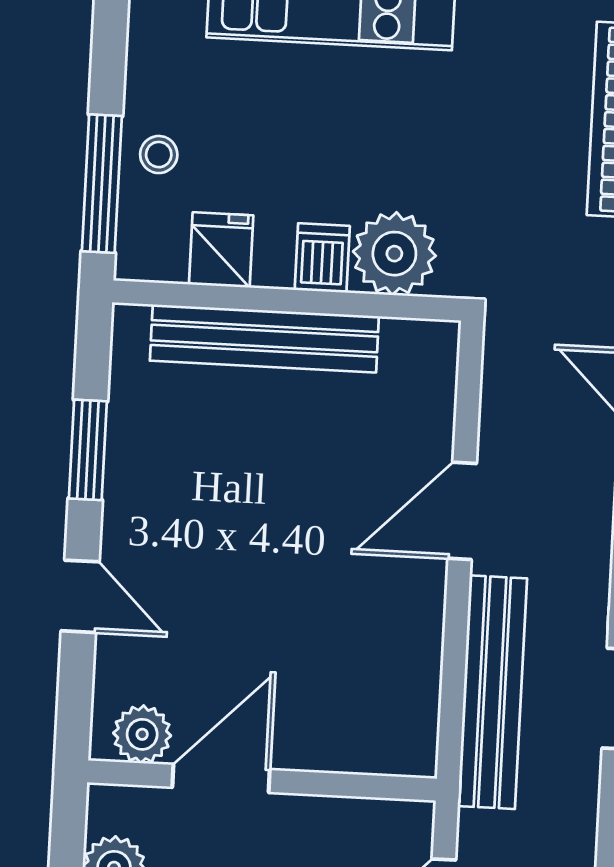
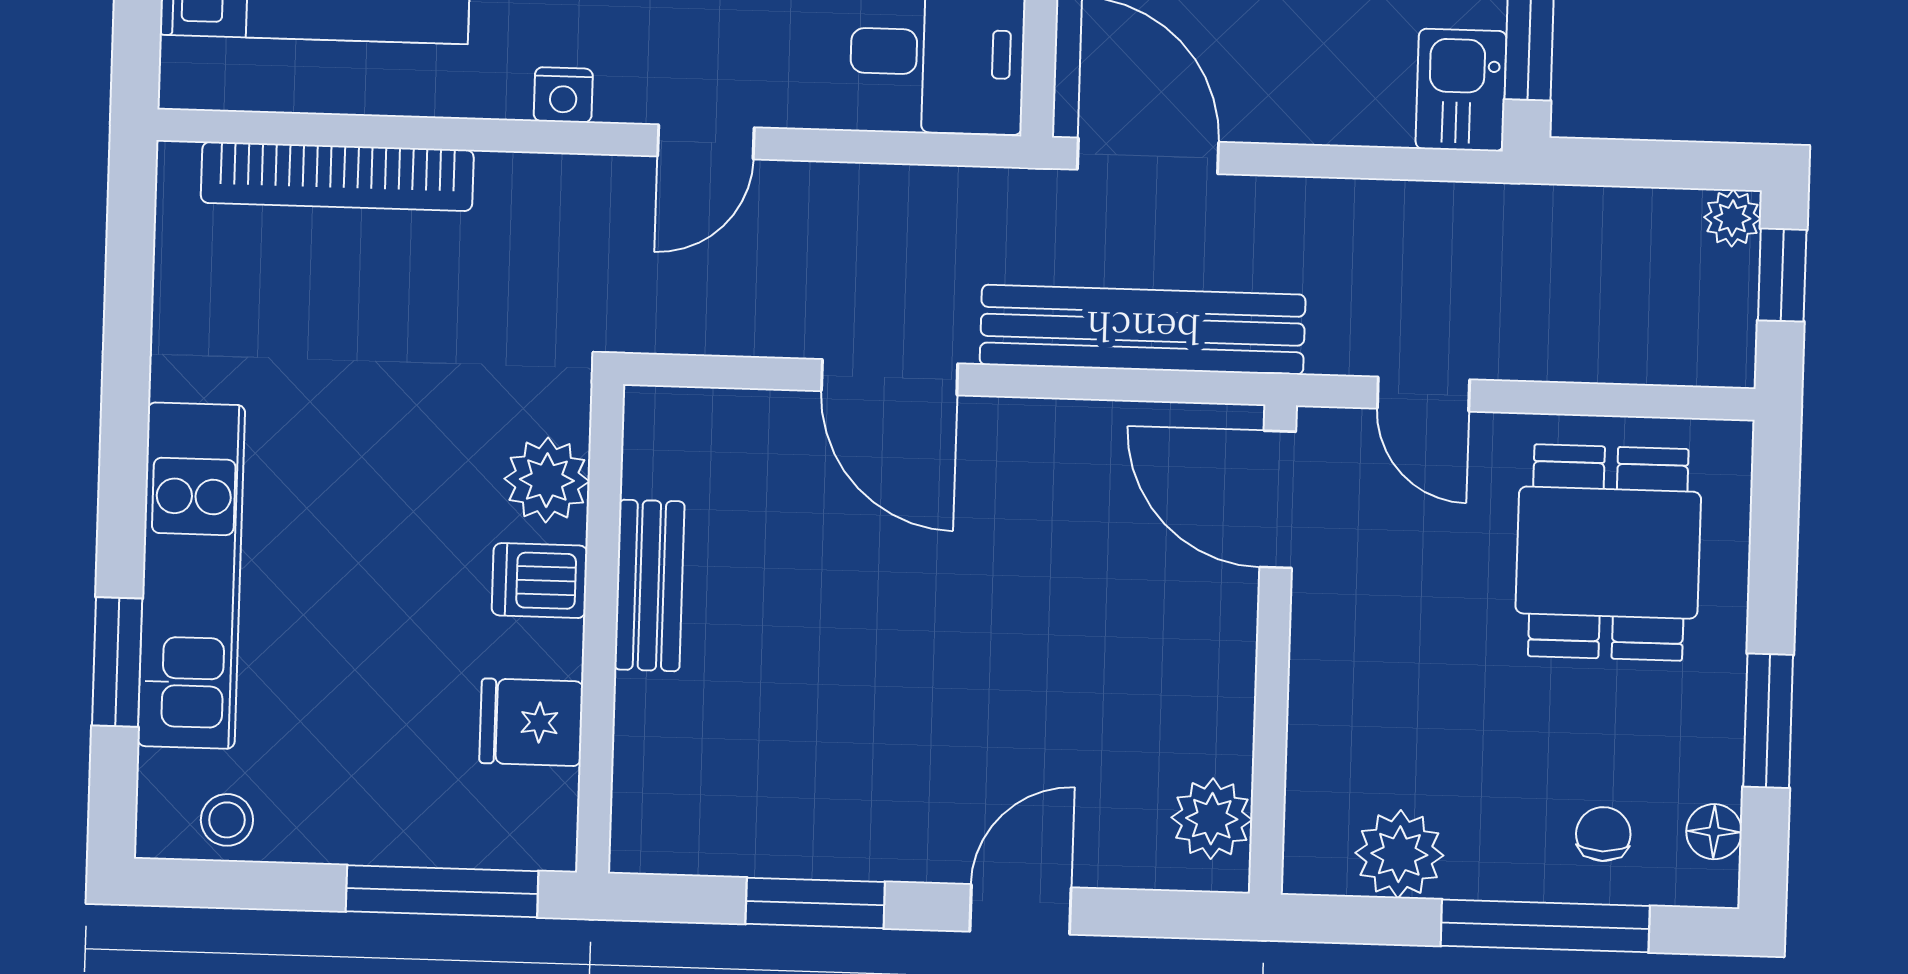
stool: (159, 155) -> (227, 820), moved
plant: (394, 254) -> (547, 480), width x0.73, depth x0.73
bench: (264, 338) -> (649, 585), width x0.54, depth x0.82
door: (221, 778) -> (1278, 499), moved

